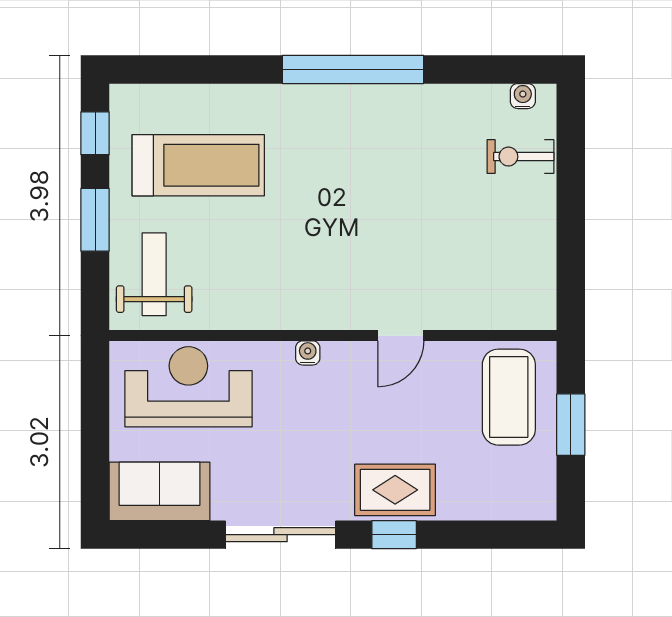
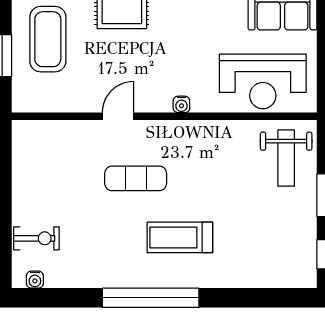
treadmill: (198, 165) -> (180, 237), moved, width x0.73, depth x0.73
exercise mat: (375, 244) -> (136, 178), added
coffee table: (509, 397) -> (48, 39), moved

